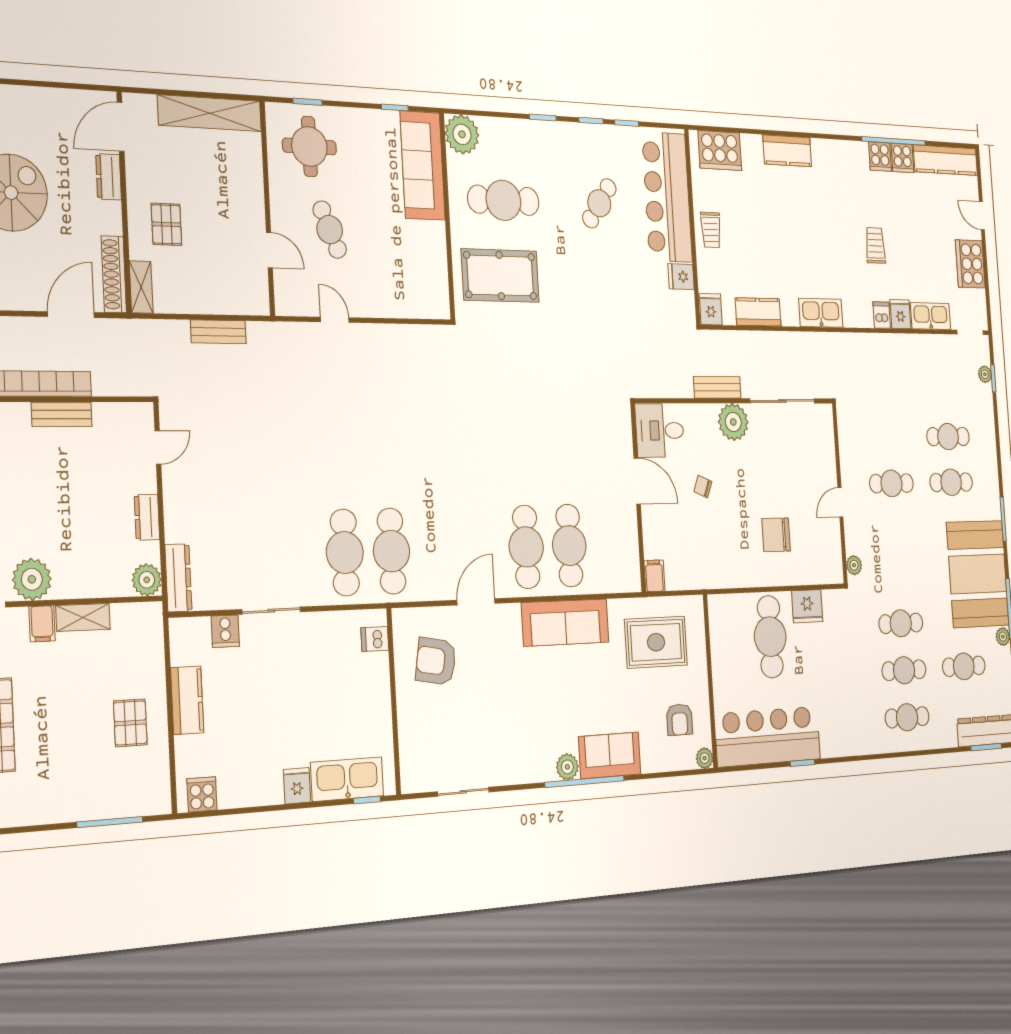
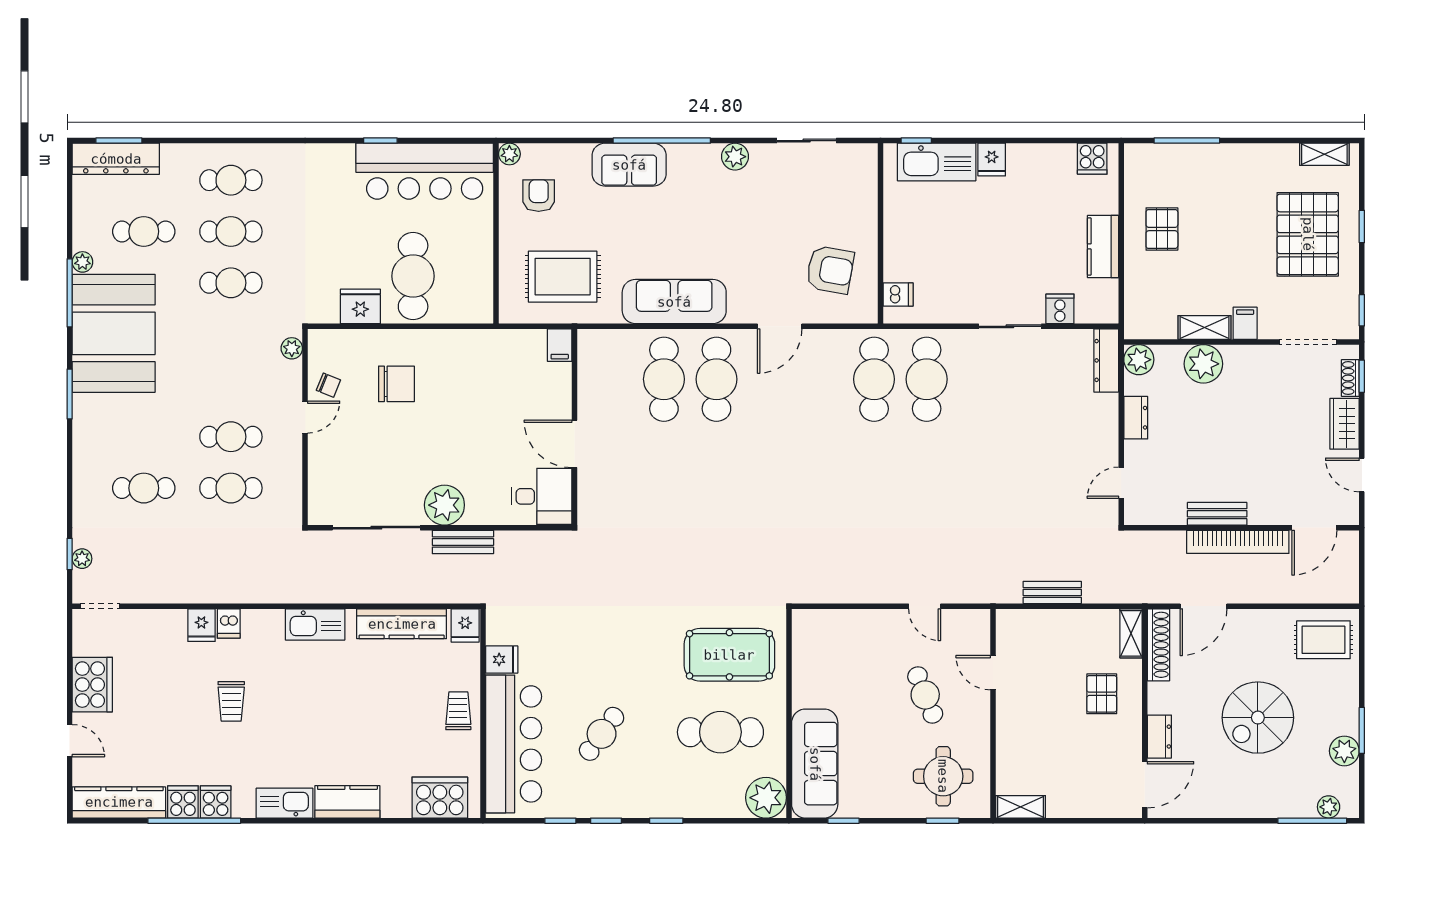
shelving: (210, 113) -> (1021, 807), width x0.45, depth x0.75
kitchen counter: (758, 312) -> (402, 624), width x1.50
kitchen sink: (931, 316) -> (284, 803), moved, turned 180
cafe table: (951, 482) -> (231, 488), moved
chair: (703, 487) -> (328, 385), moved
plant: (32, 579) -> (1203, 364), moved
plant: (567, 767) -> (735, 157), moved

